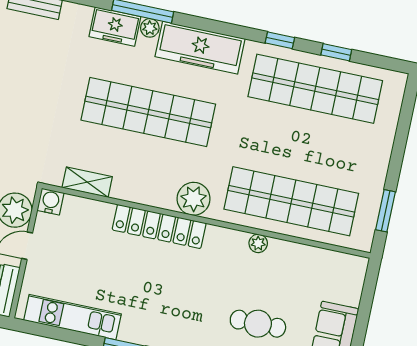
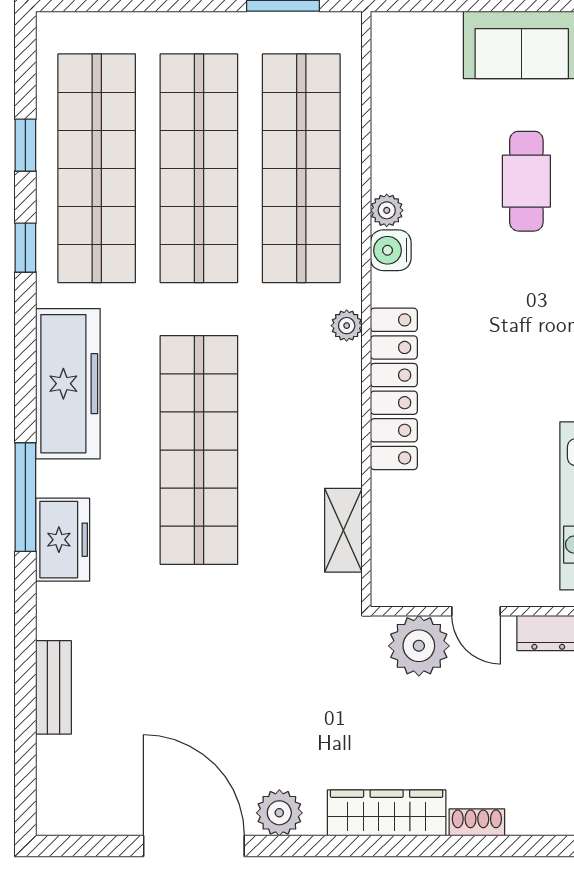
plant: (150, 28) -> (52, 478), removed
shop shelf: (303, 145) -> (199, 168), added
plant: (194, 199) -> (347, 326), width x0.53, depth x0.53
water cooler: (51, 202) -> (391, 250), moved

